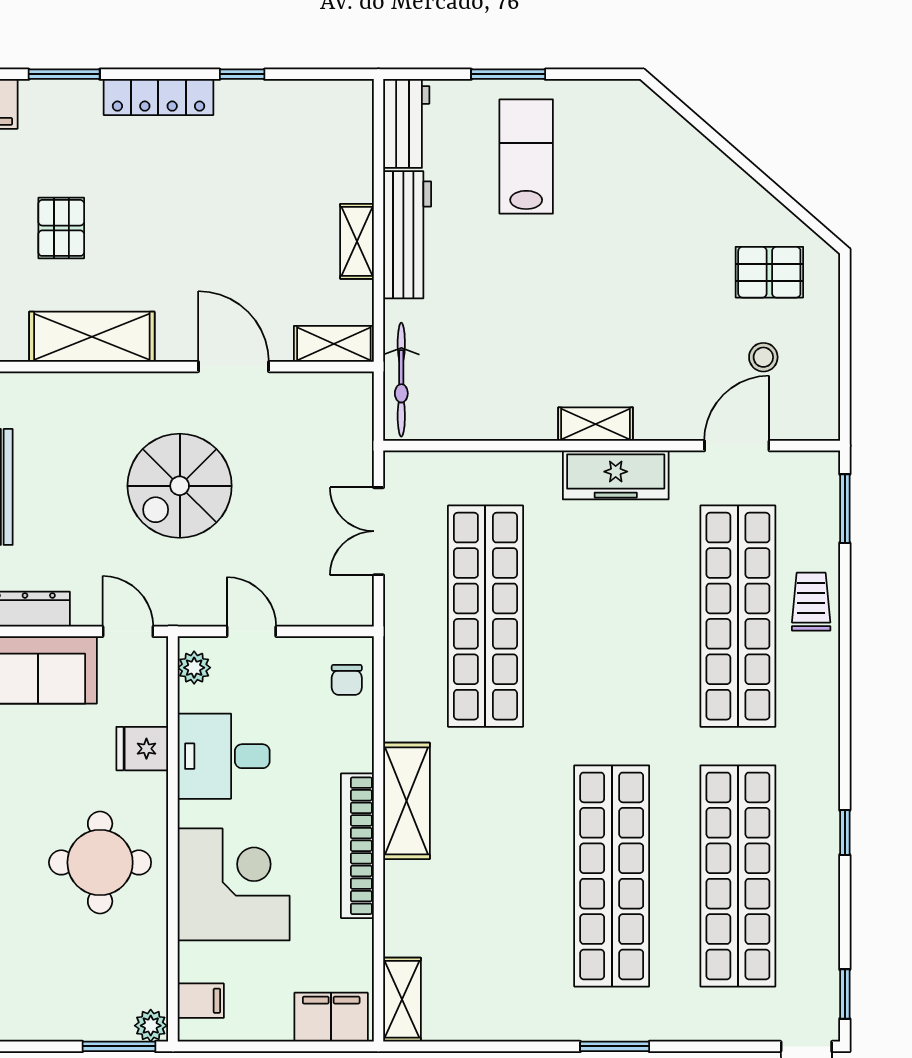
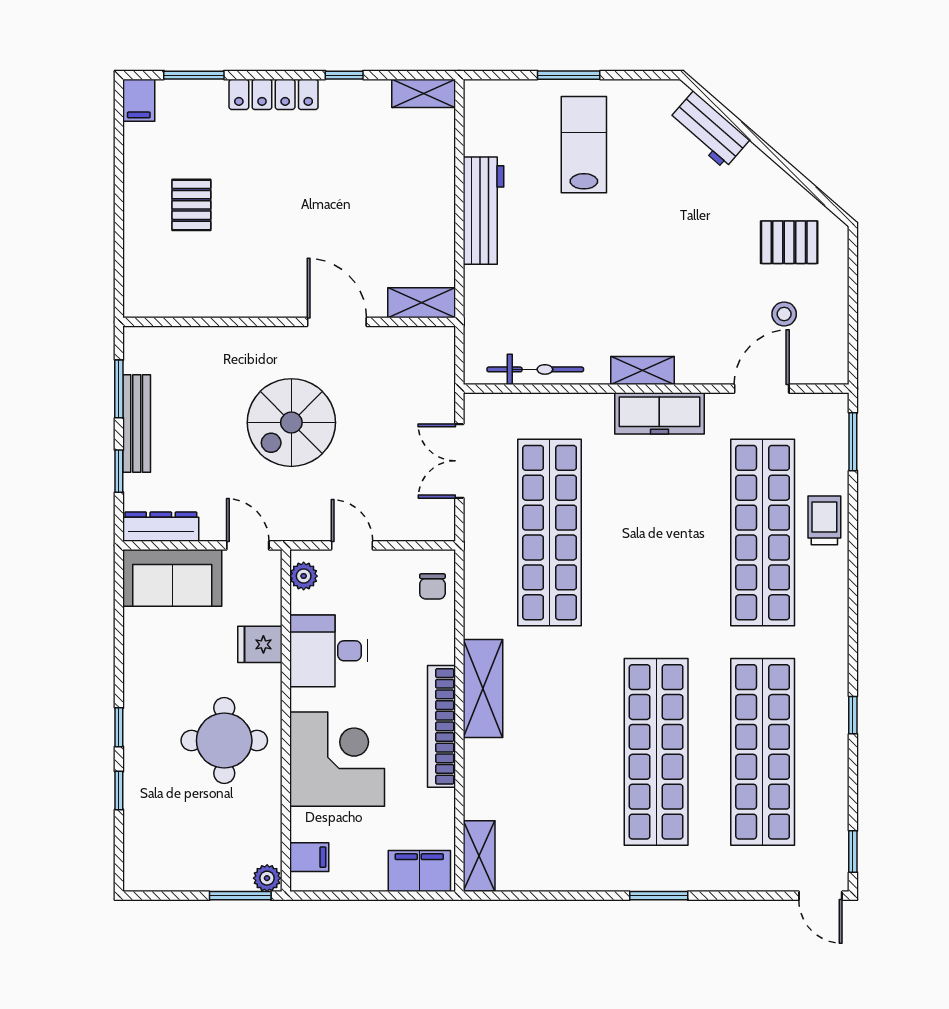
workbench: (406, 123) -> (709, 130), moved, turned 131
shelving: (357, 241) -> (424, 93), moved, turned 90
shelving: (92, 337) -> (217, 297), removed
bicycle: (401, 380) -> (535, 369), moved, turned -90

